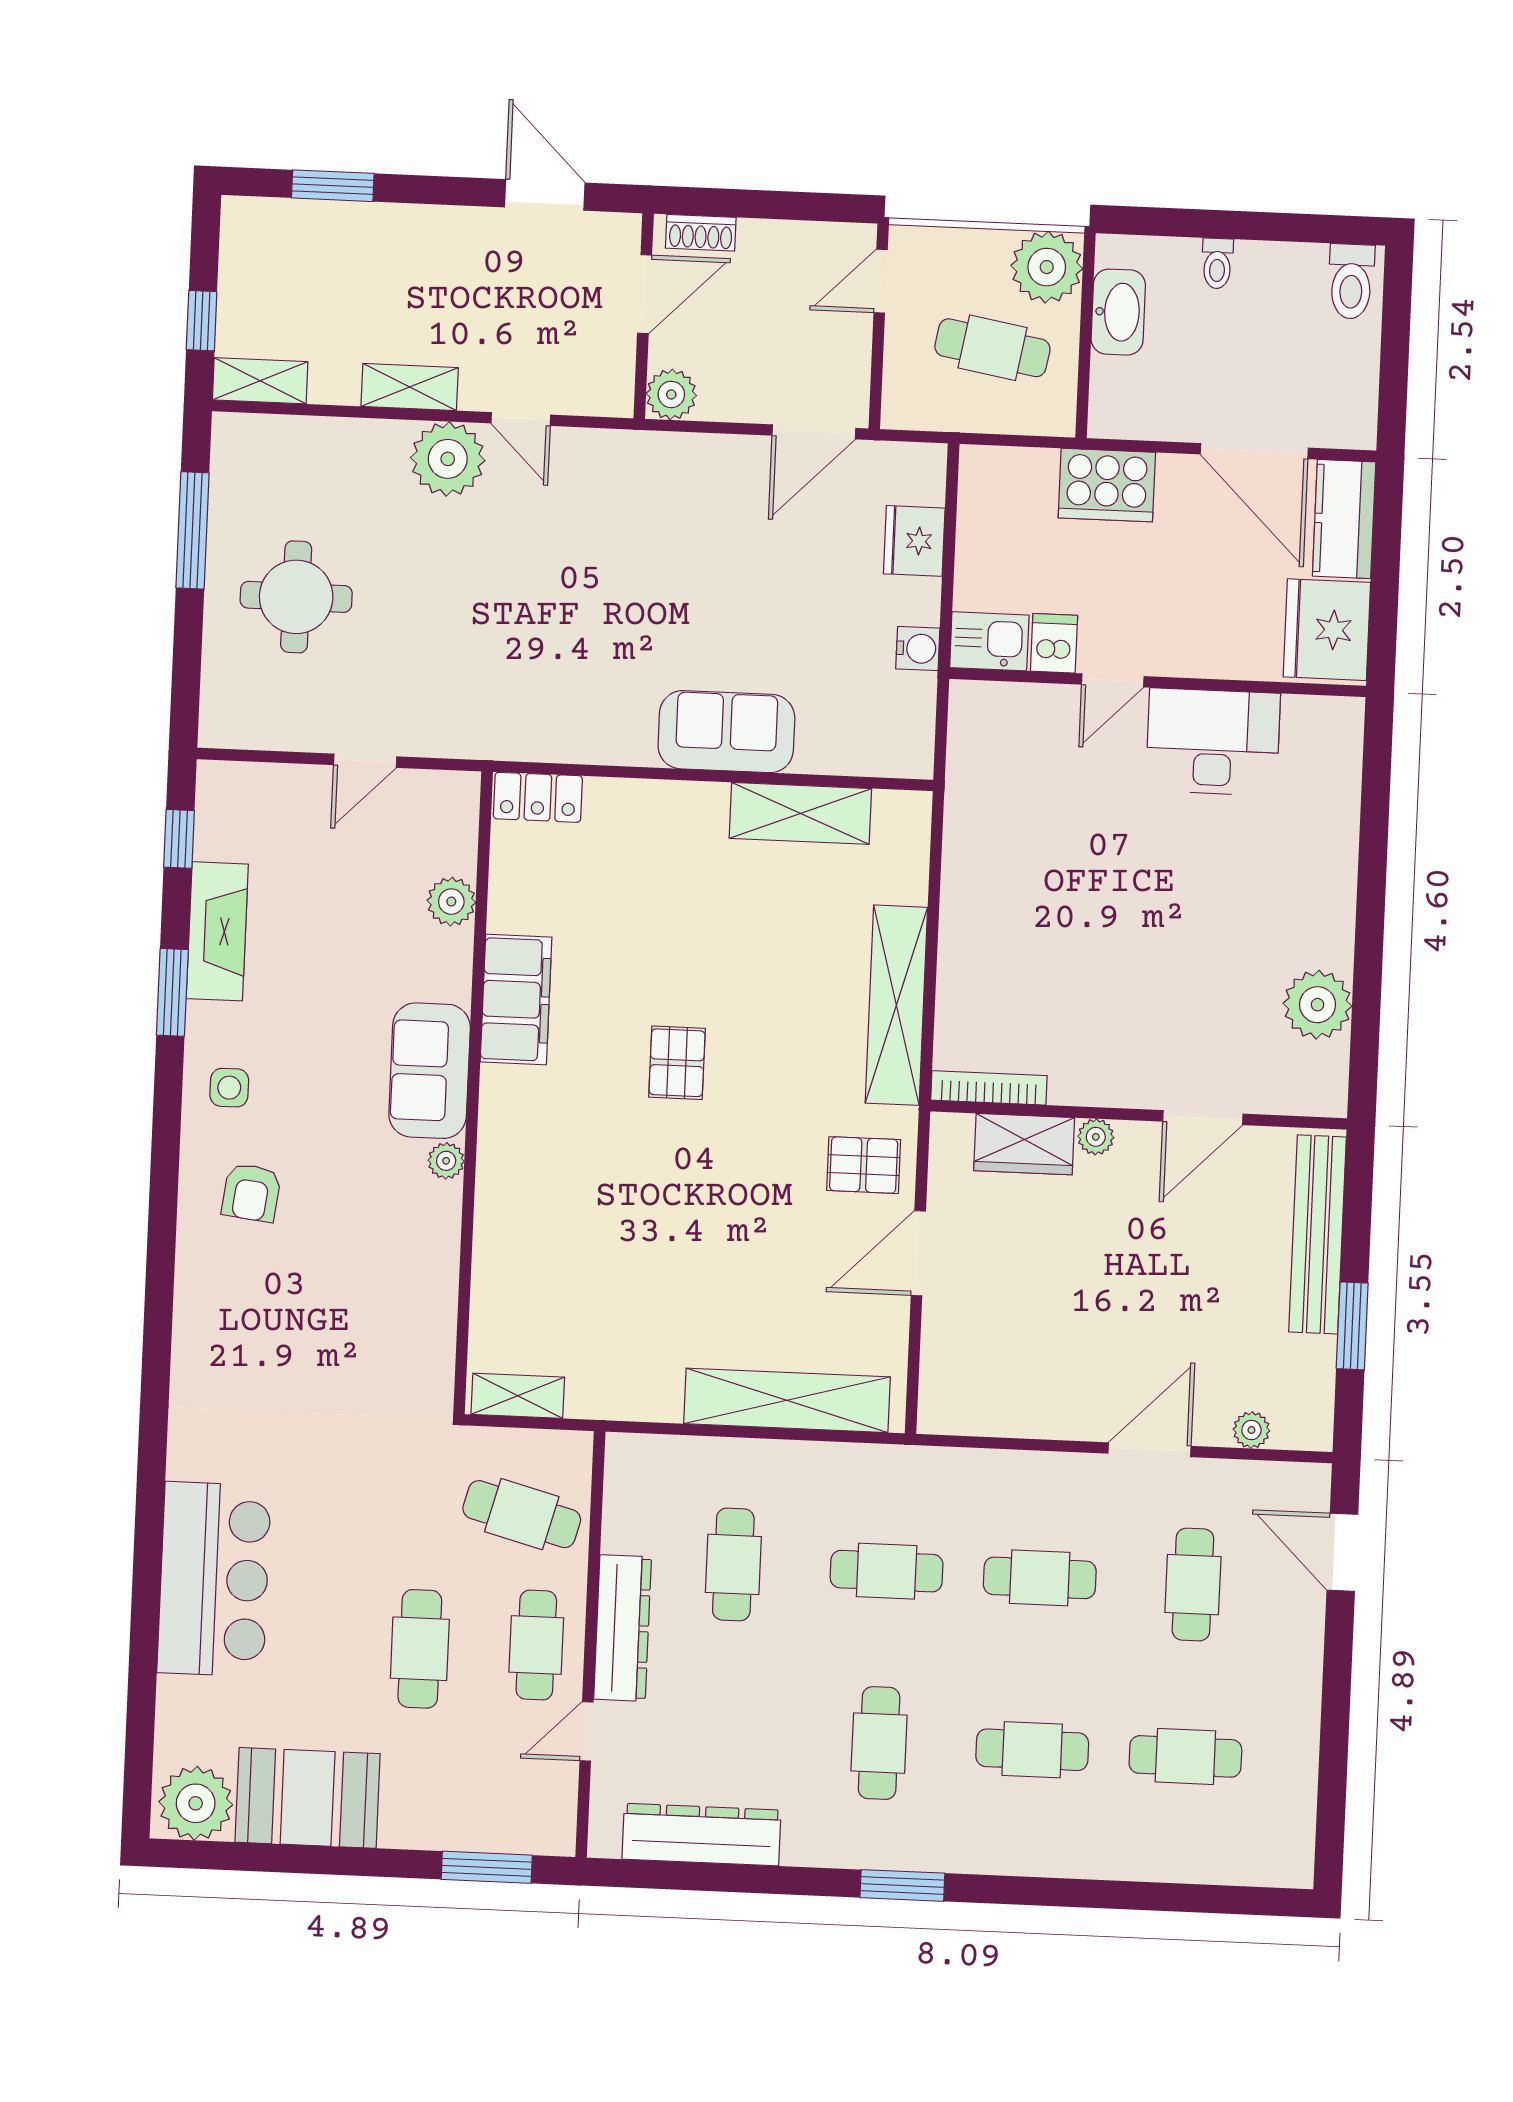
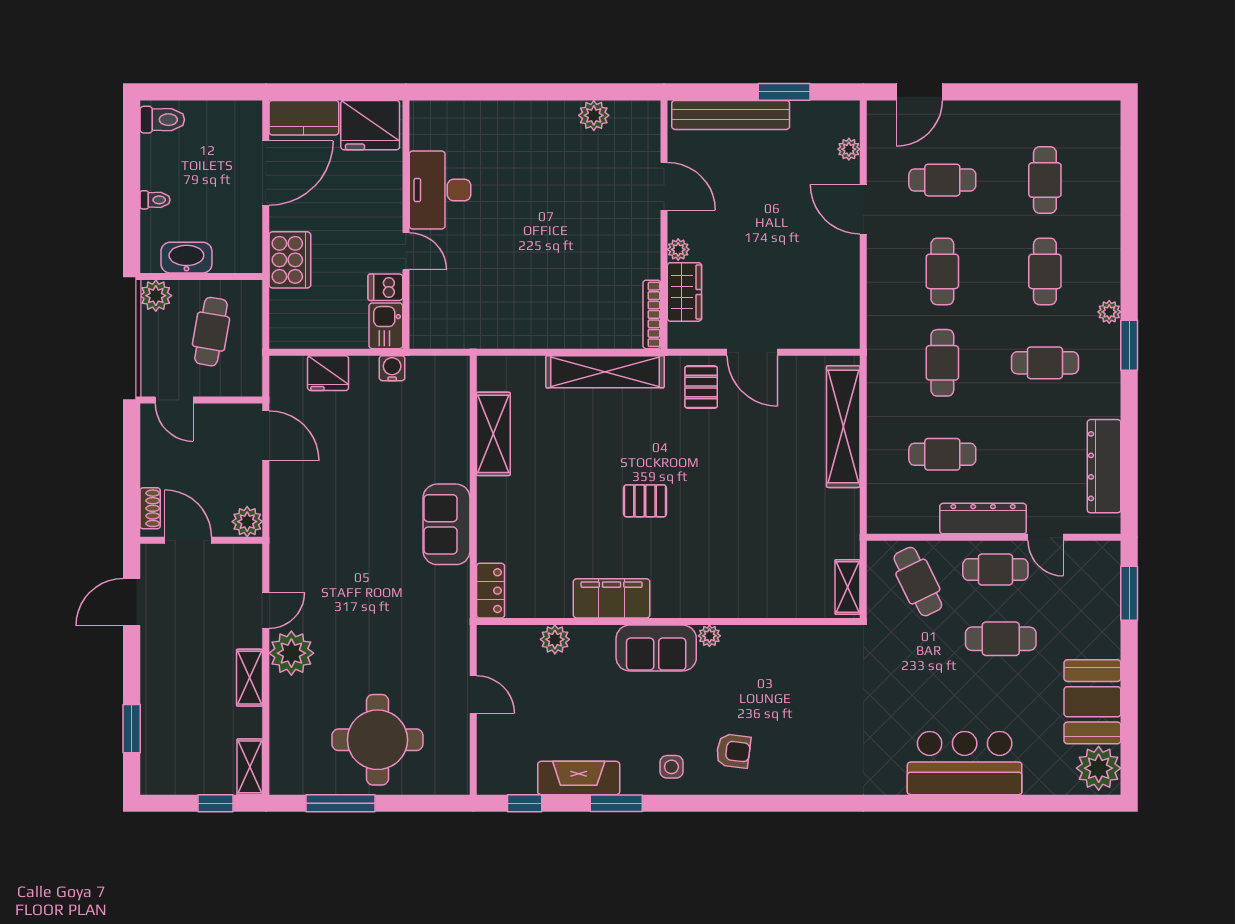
plant: (1047, 267) -> (156, 296), width x0.73, depth x0.73
round table: (296, 597) -> (377, 740), width x1.36, depth x1.36
sofa: (726, 732) -> (447, 524), moved
plant: (1318, 1005) -> (594, 115), width x0.73, depth x0.73
cafe table: (522, 1514) -> (918, 582), turned -41
plant: (960, 1855) -> (1109, 312), added

